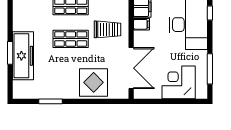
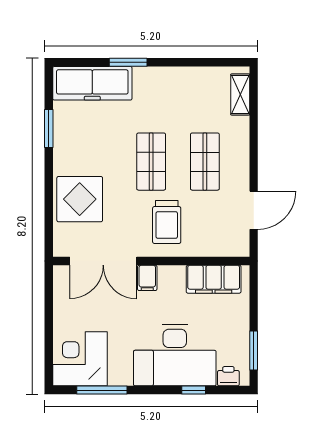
filing cabinet: (141, 24) -> (147, 278), moved
freezer: (23, 56) -> (92, 83), moved
corner desk: (179, 82) -> (80, 359), moved, turned -90

